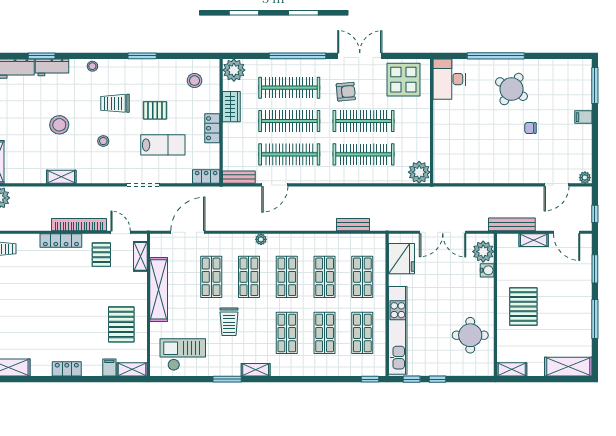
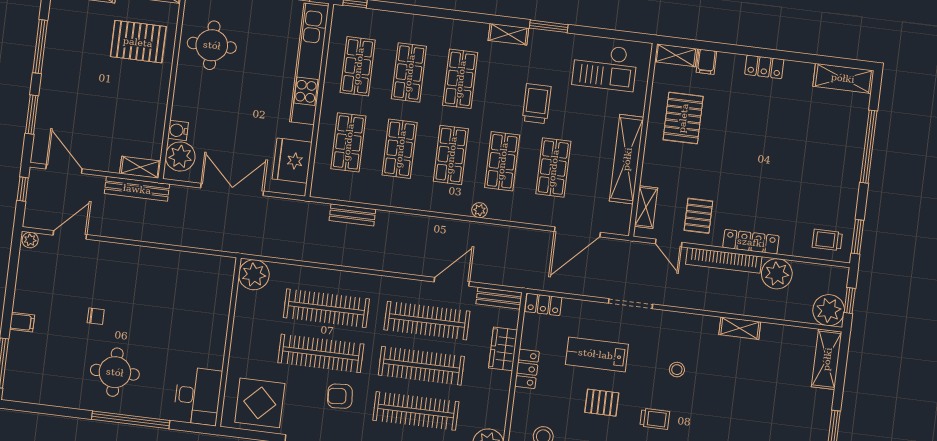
round table: (511, 89) -> (115, 372), turned -32
trolley: (115, 103) -> (655, 419), width x0.73, depth x0.72
wardrobe: (231, 107) -> (503, 349), moved
stool: (59, 125) -> (734, 399), removed
plant: (39, 220) -> (777, 274), added
shelving: (534, 240) -> (140, 167), moved
pallet: (523, 306) -> (138, 42), moved, turned 90

